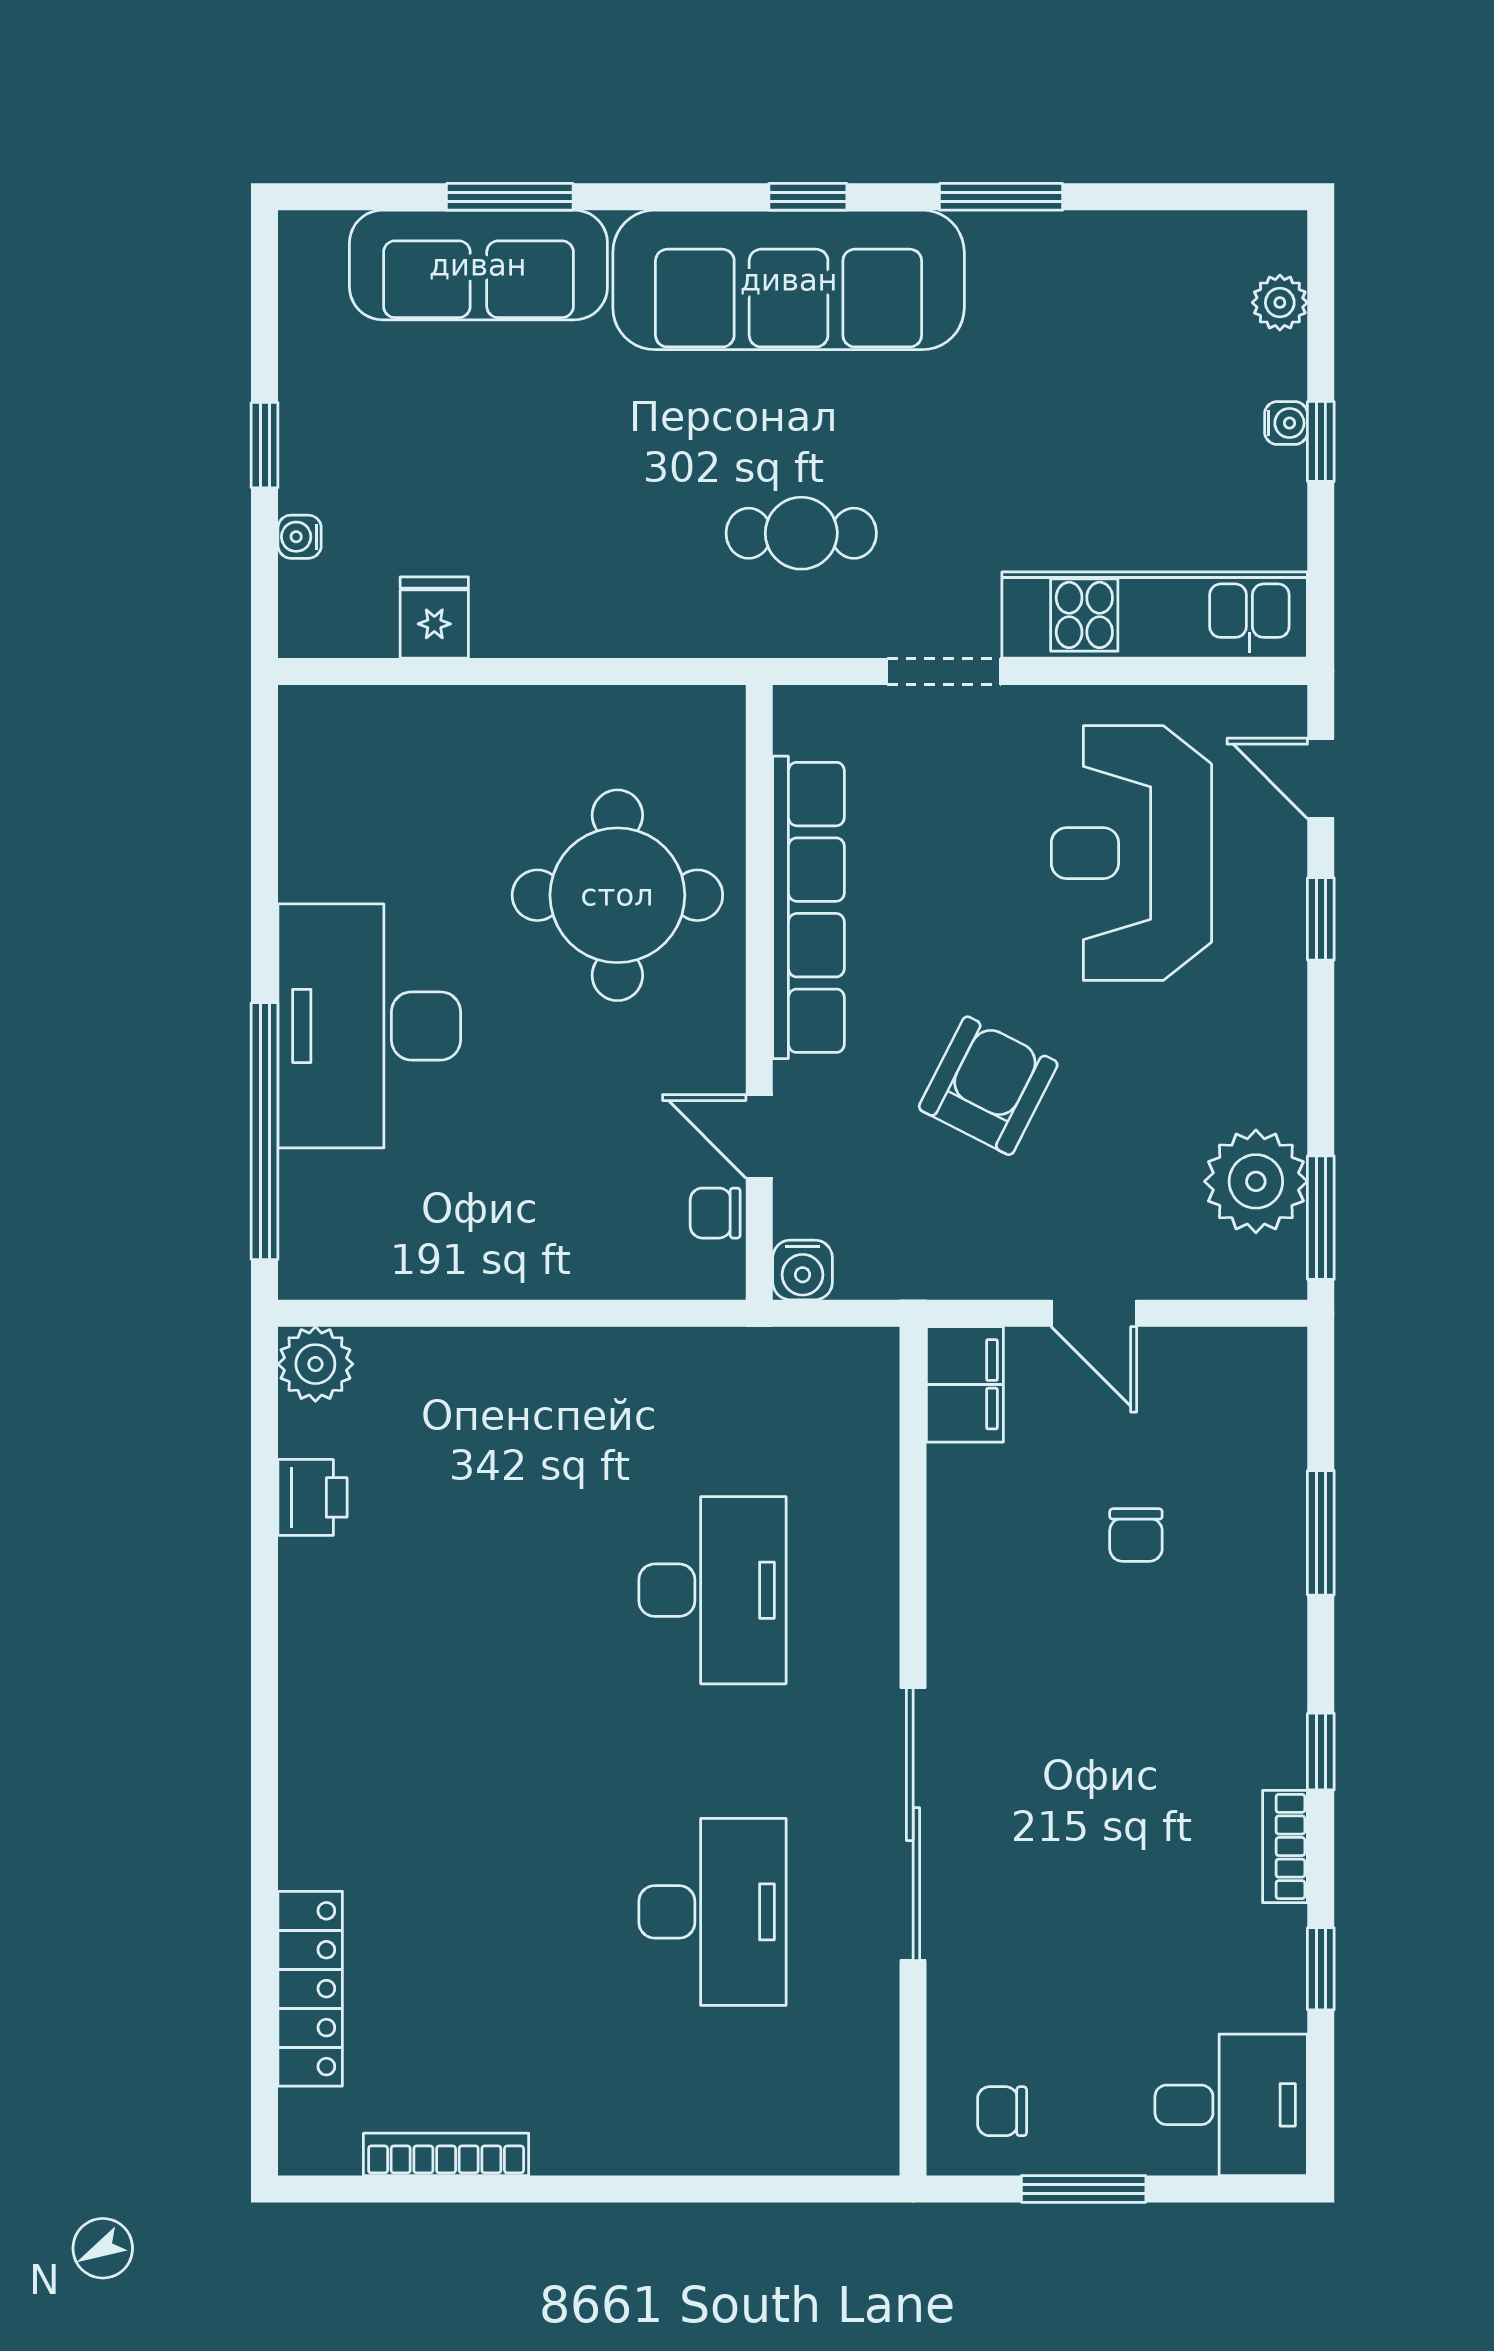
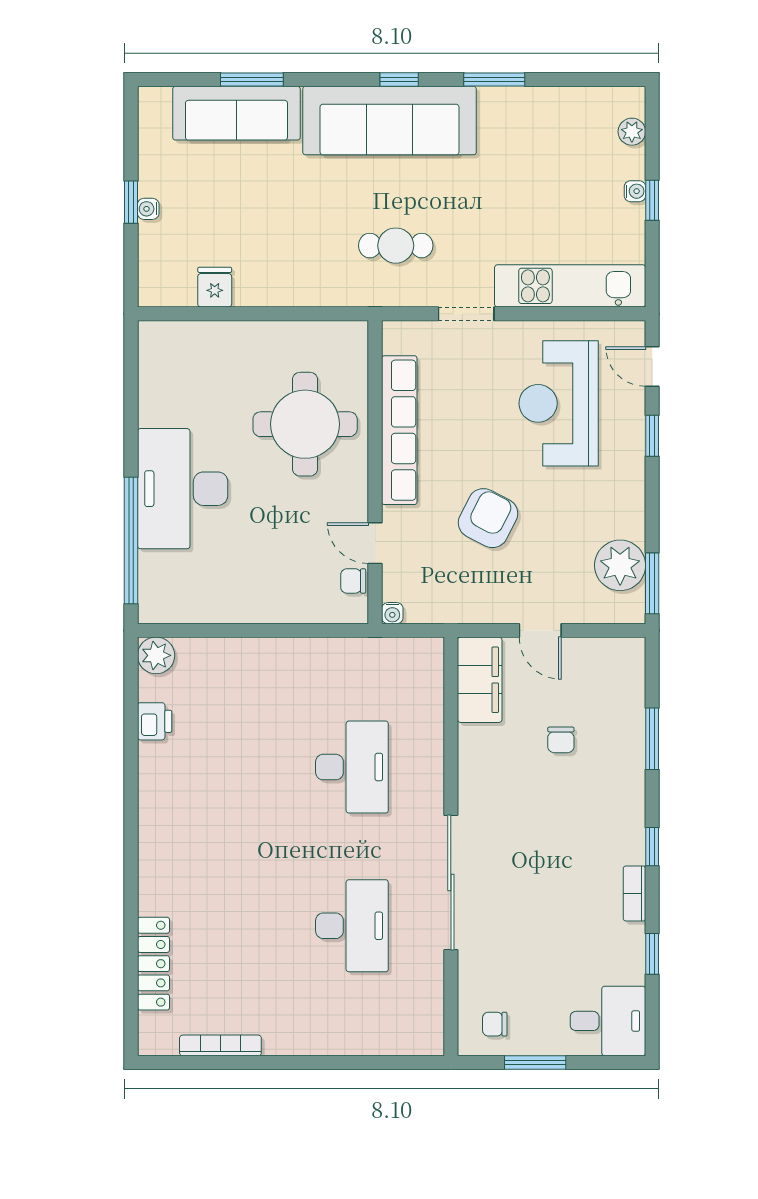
water cooler: (300, 537) -> (148, 209), moved
water cooler: (803, 1270) -> (392, 613), width x0.72, depth x0.72
filing cabinet: (965, 1384) -> (480, 680), width x1.50, depth x1.17

